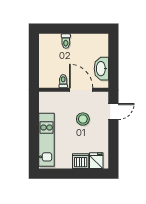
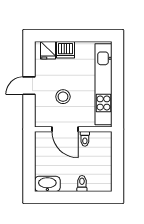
washbasin: (101, 69) -> (47, 184), moved, turned -90
door: (113, 112) -> (29, 86), moved
kitchen unit: (46, 140) -> (103, 84), width x1.36

